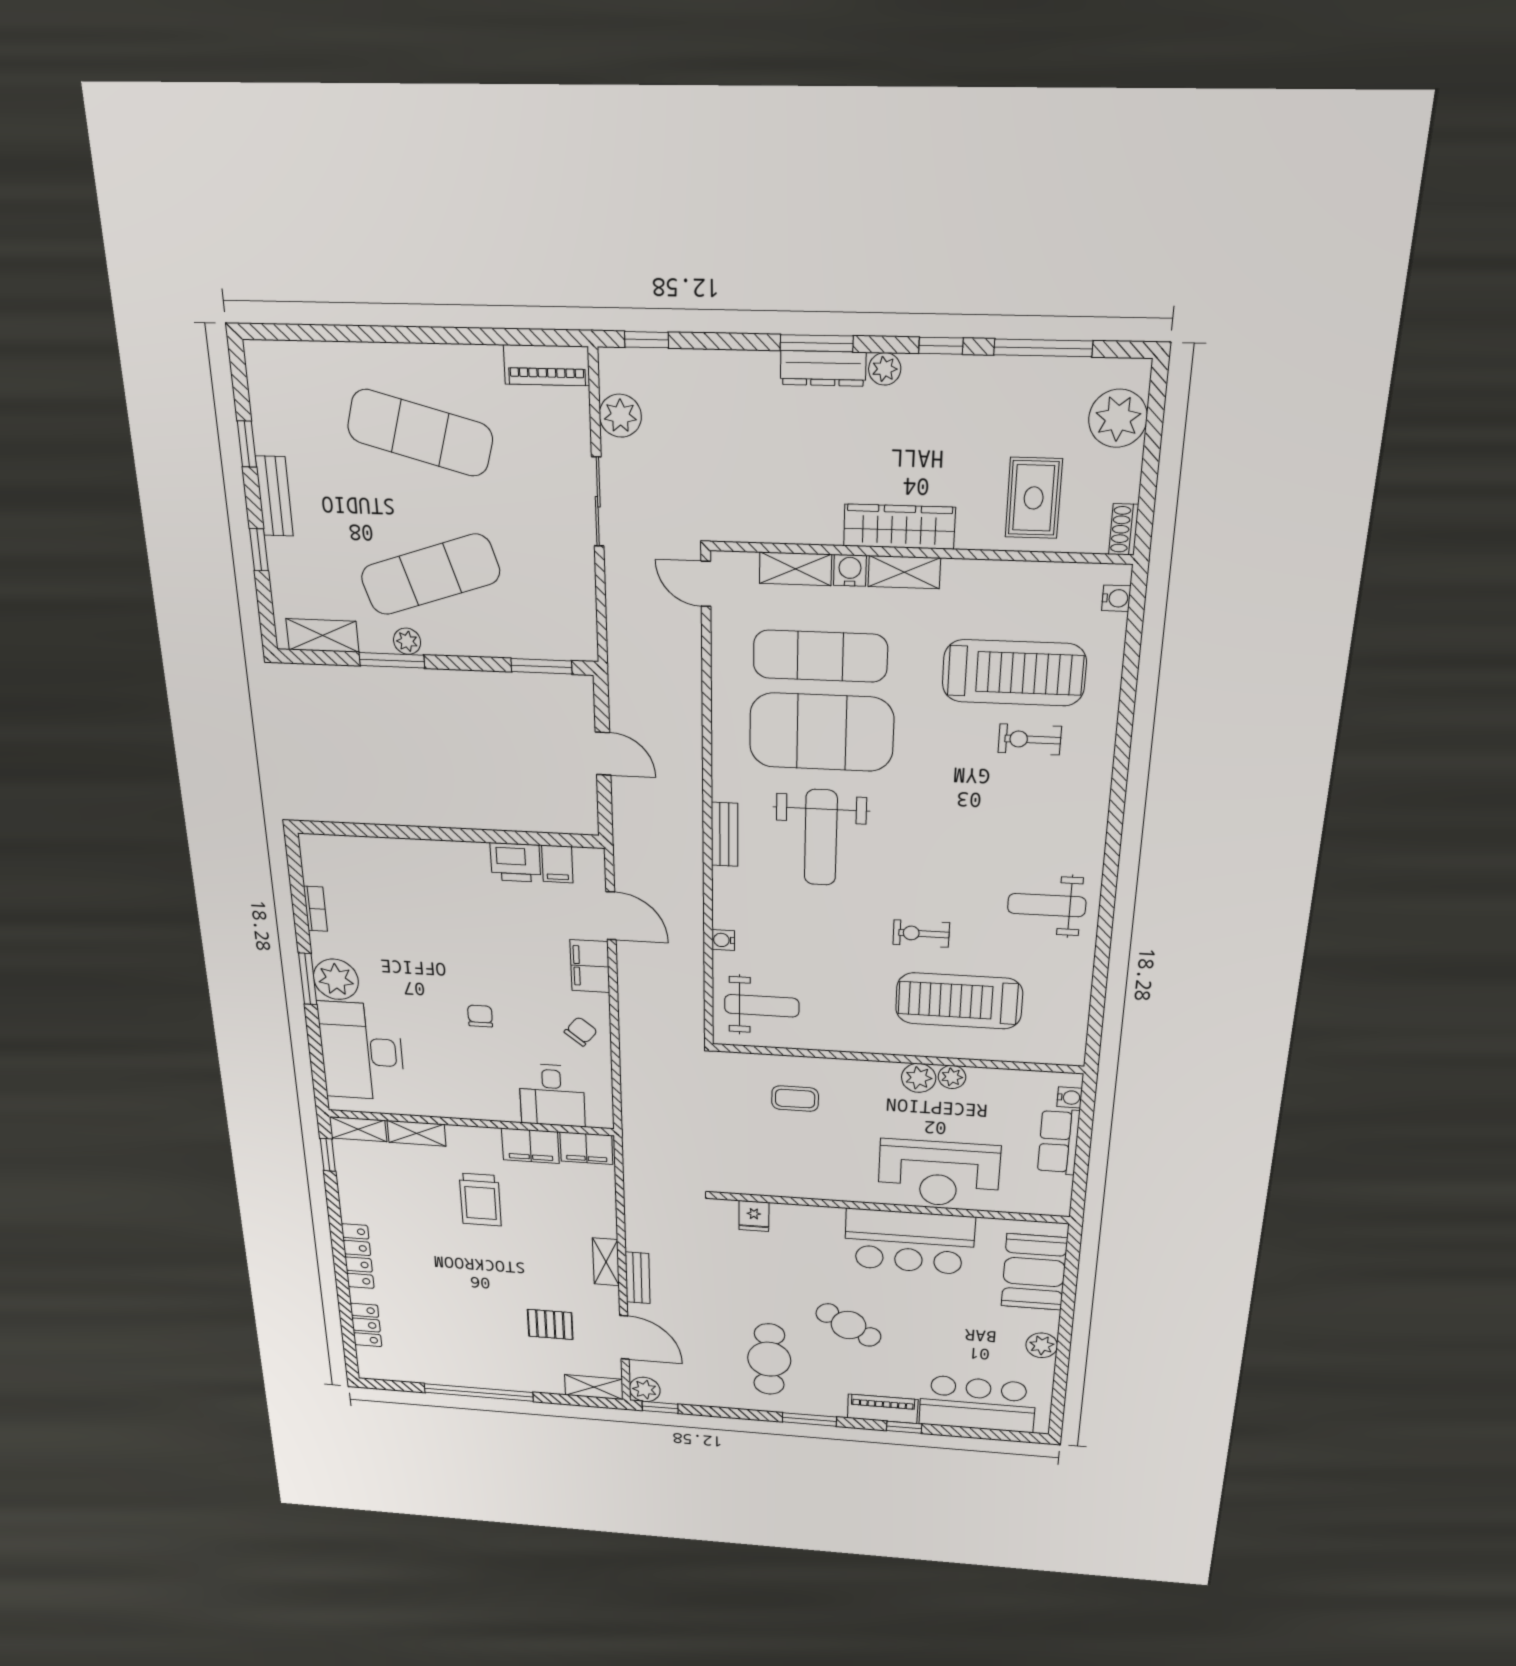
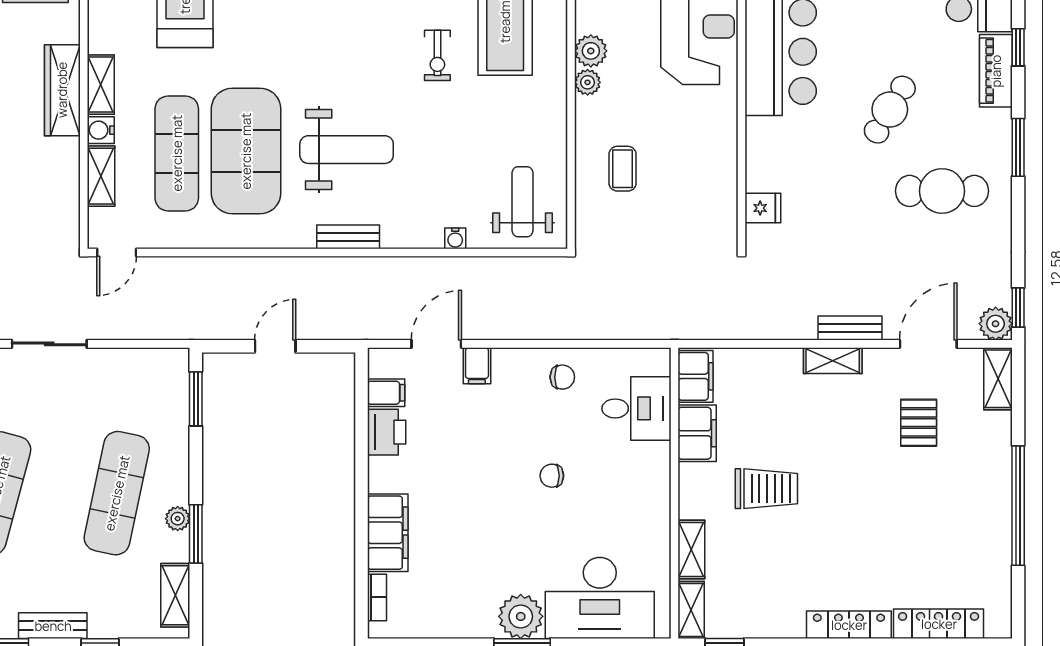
exercise mat: (430, 574) -> (117, 493), turned 30
filing cabinet: (410, 858) -> (388, 533), added
bookcase: (315, 909) -> (377, 597), moved, turned 90
filing cabinet: (590, 966) -> (477, 366), width x0.50
chair: (581, 1031) -> (562, 377), turned 141
plant: (952, 1077) -> (588, 82), moved
locker: (366, 1325) -> (939, 624), width x1.53

